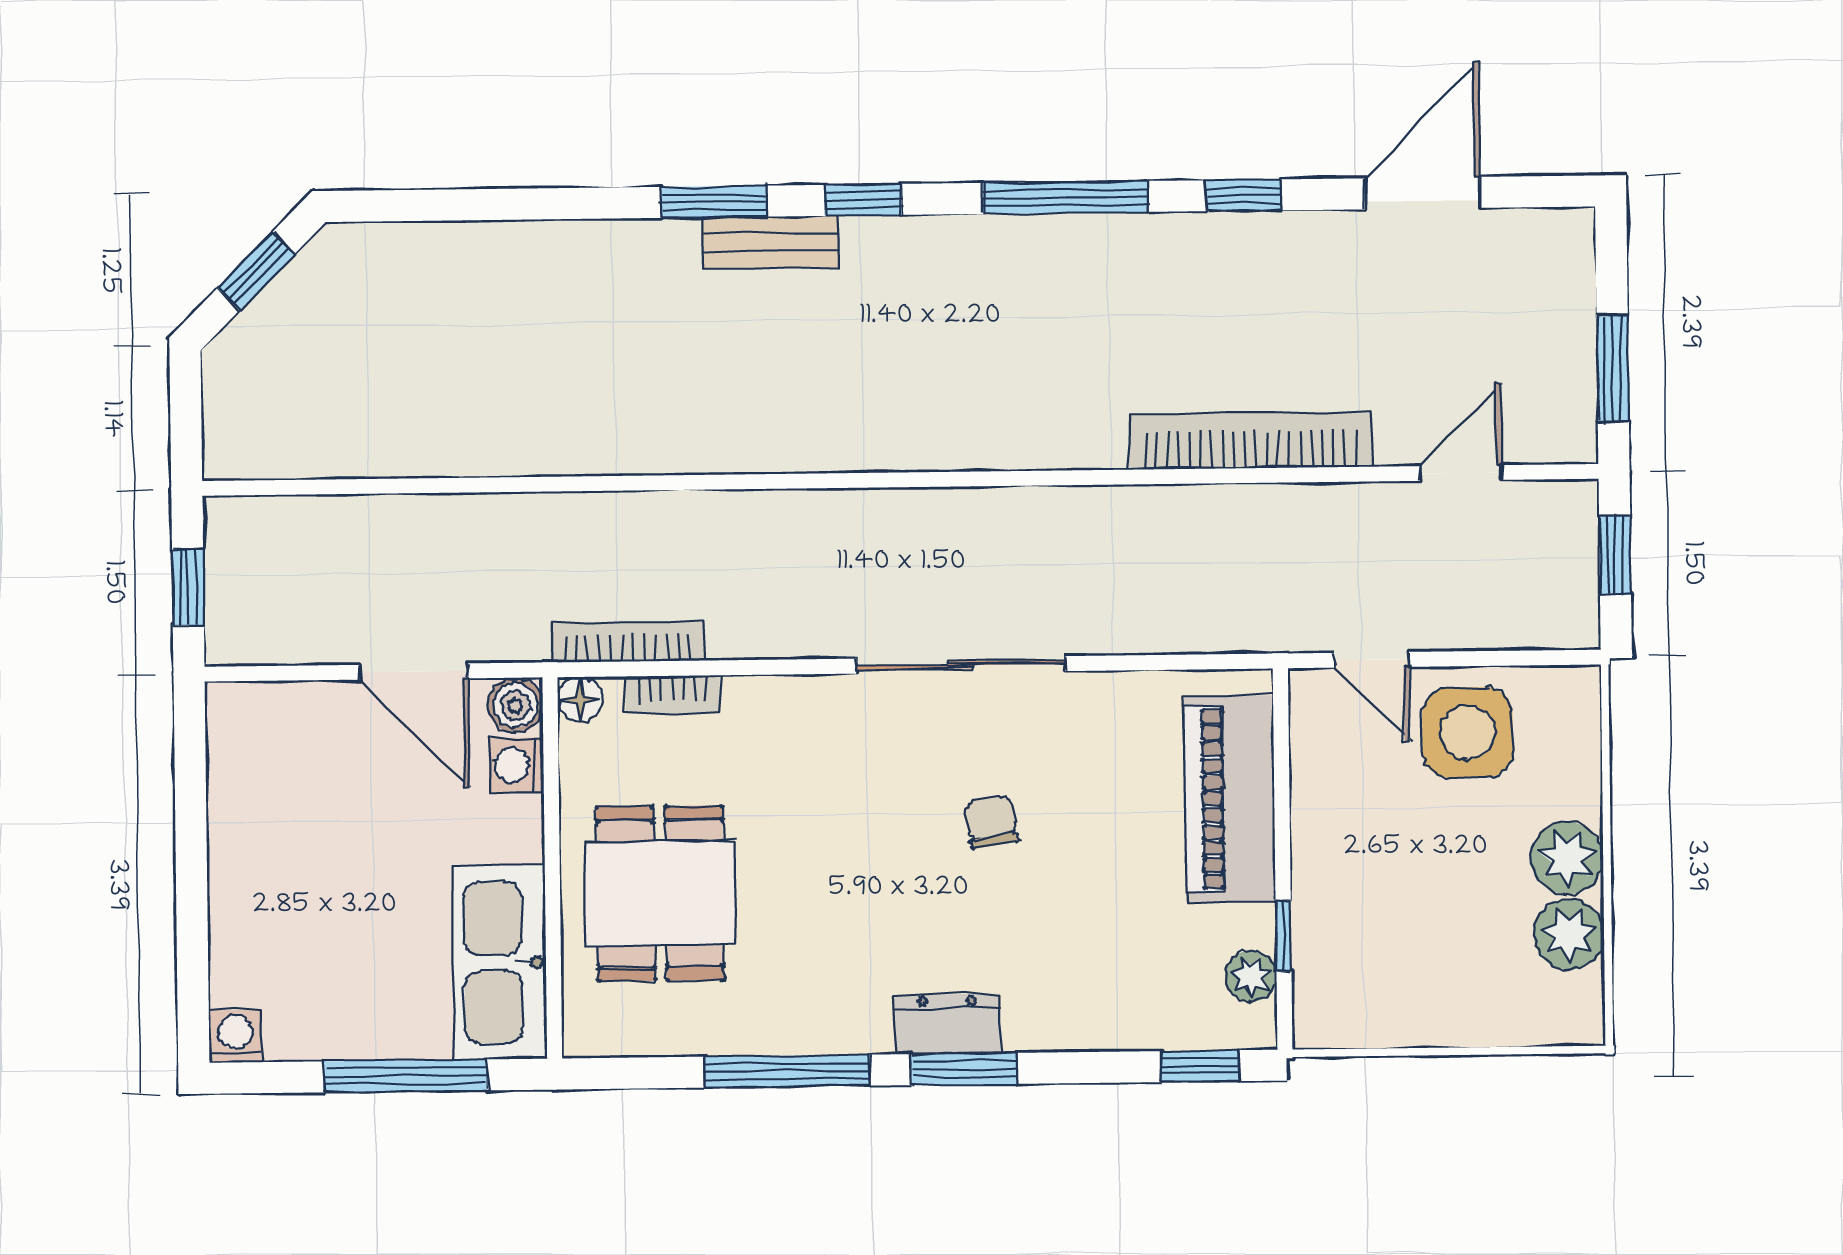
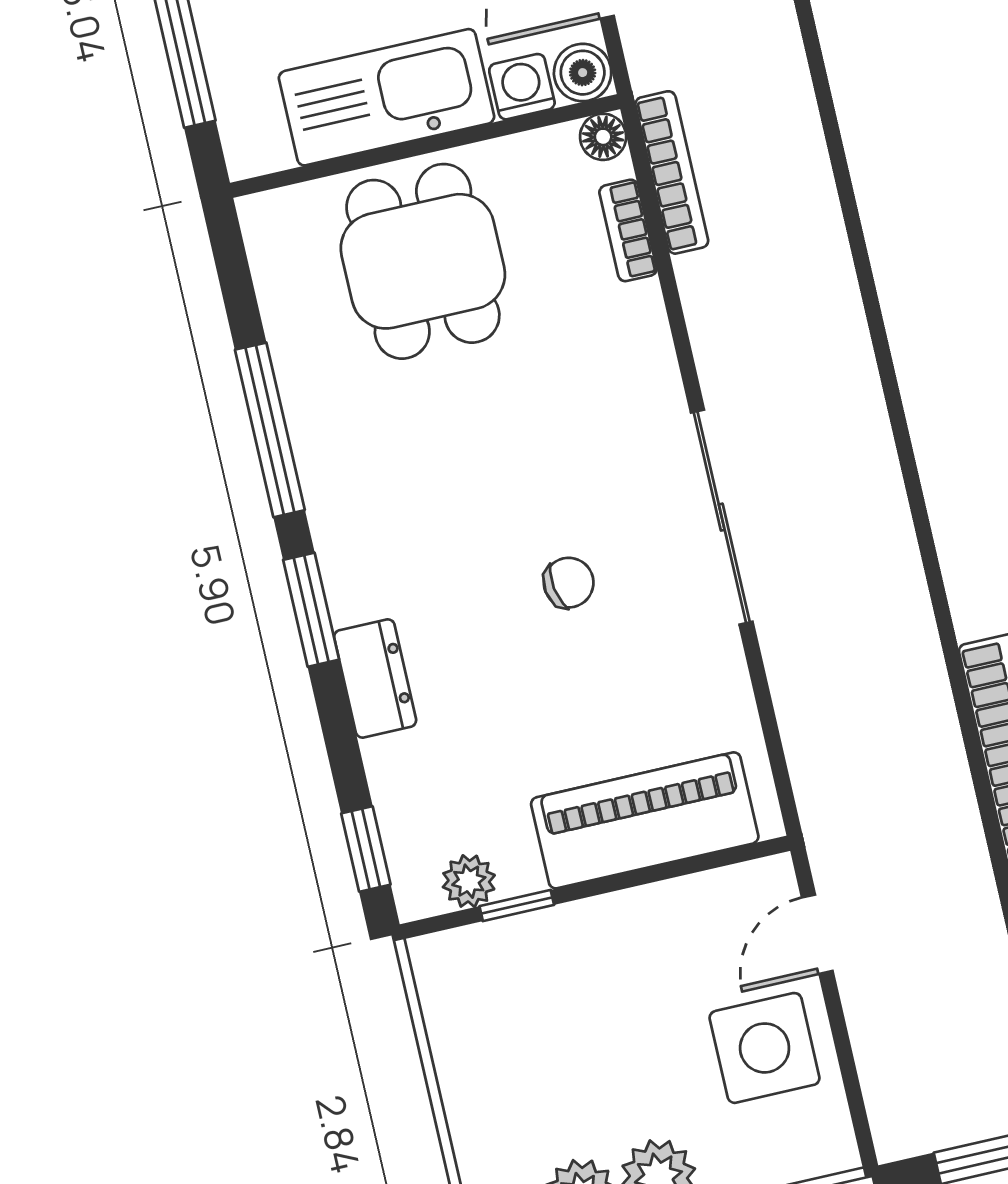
dining table: (660, 893) -> (423, 261), turned 90
kitchen sink: (500, 963) -> (386, 97), moved
dresser: (947, 1024) -> (375, 678), moved

